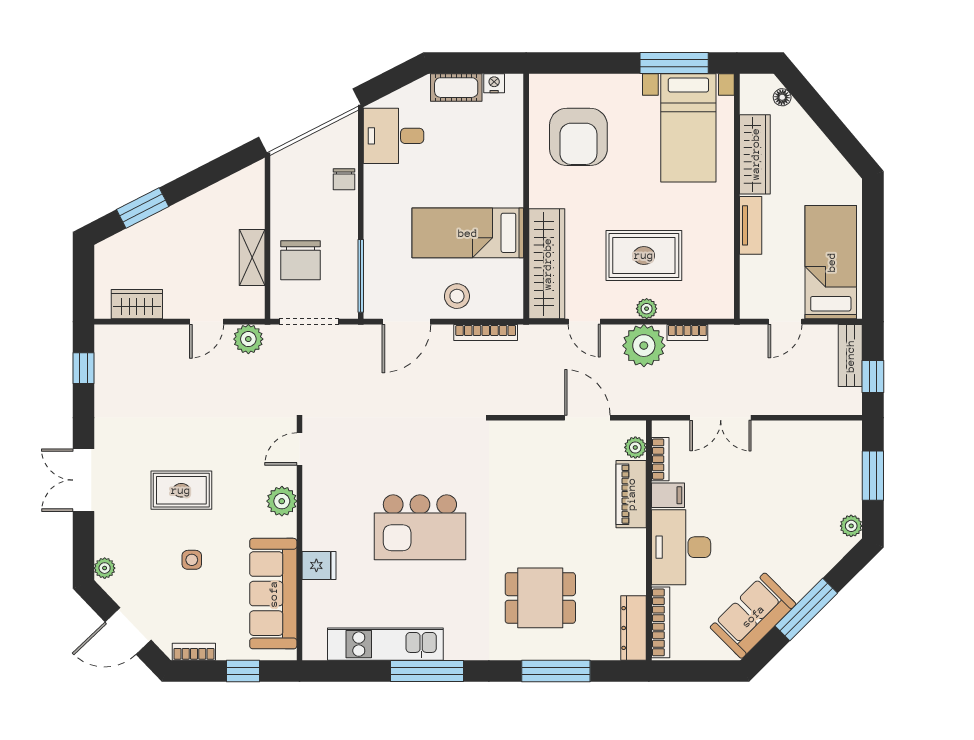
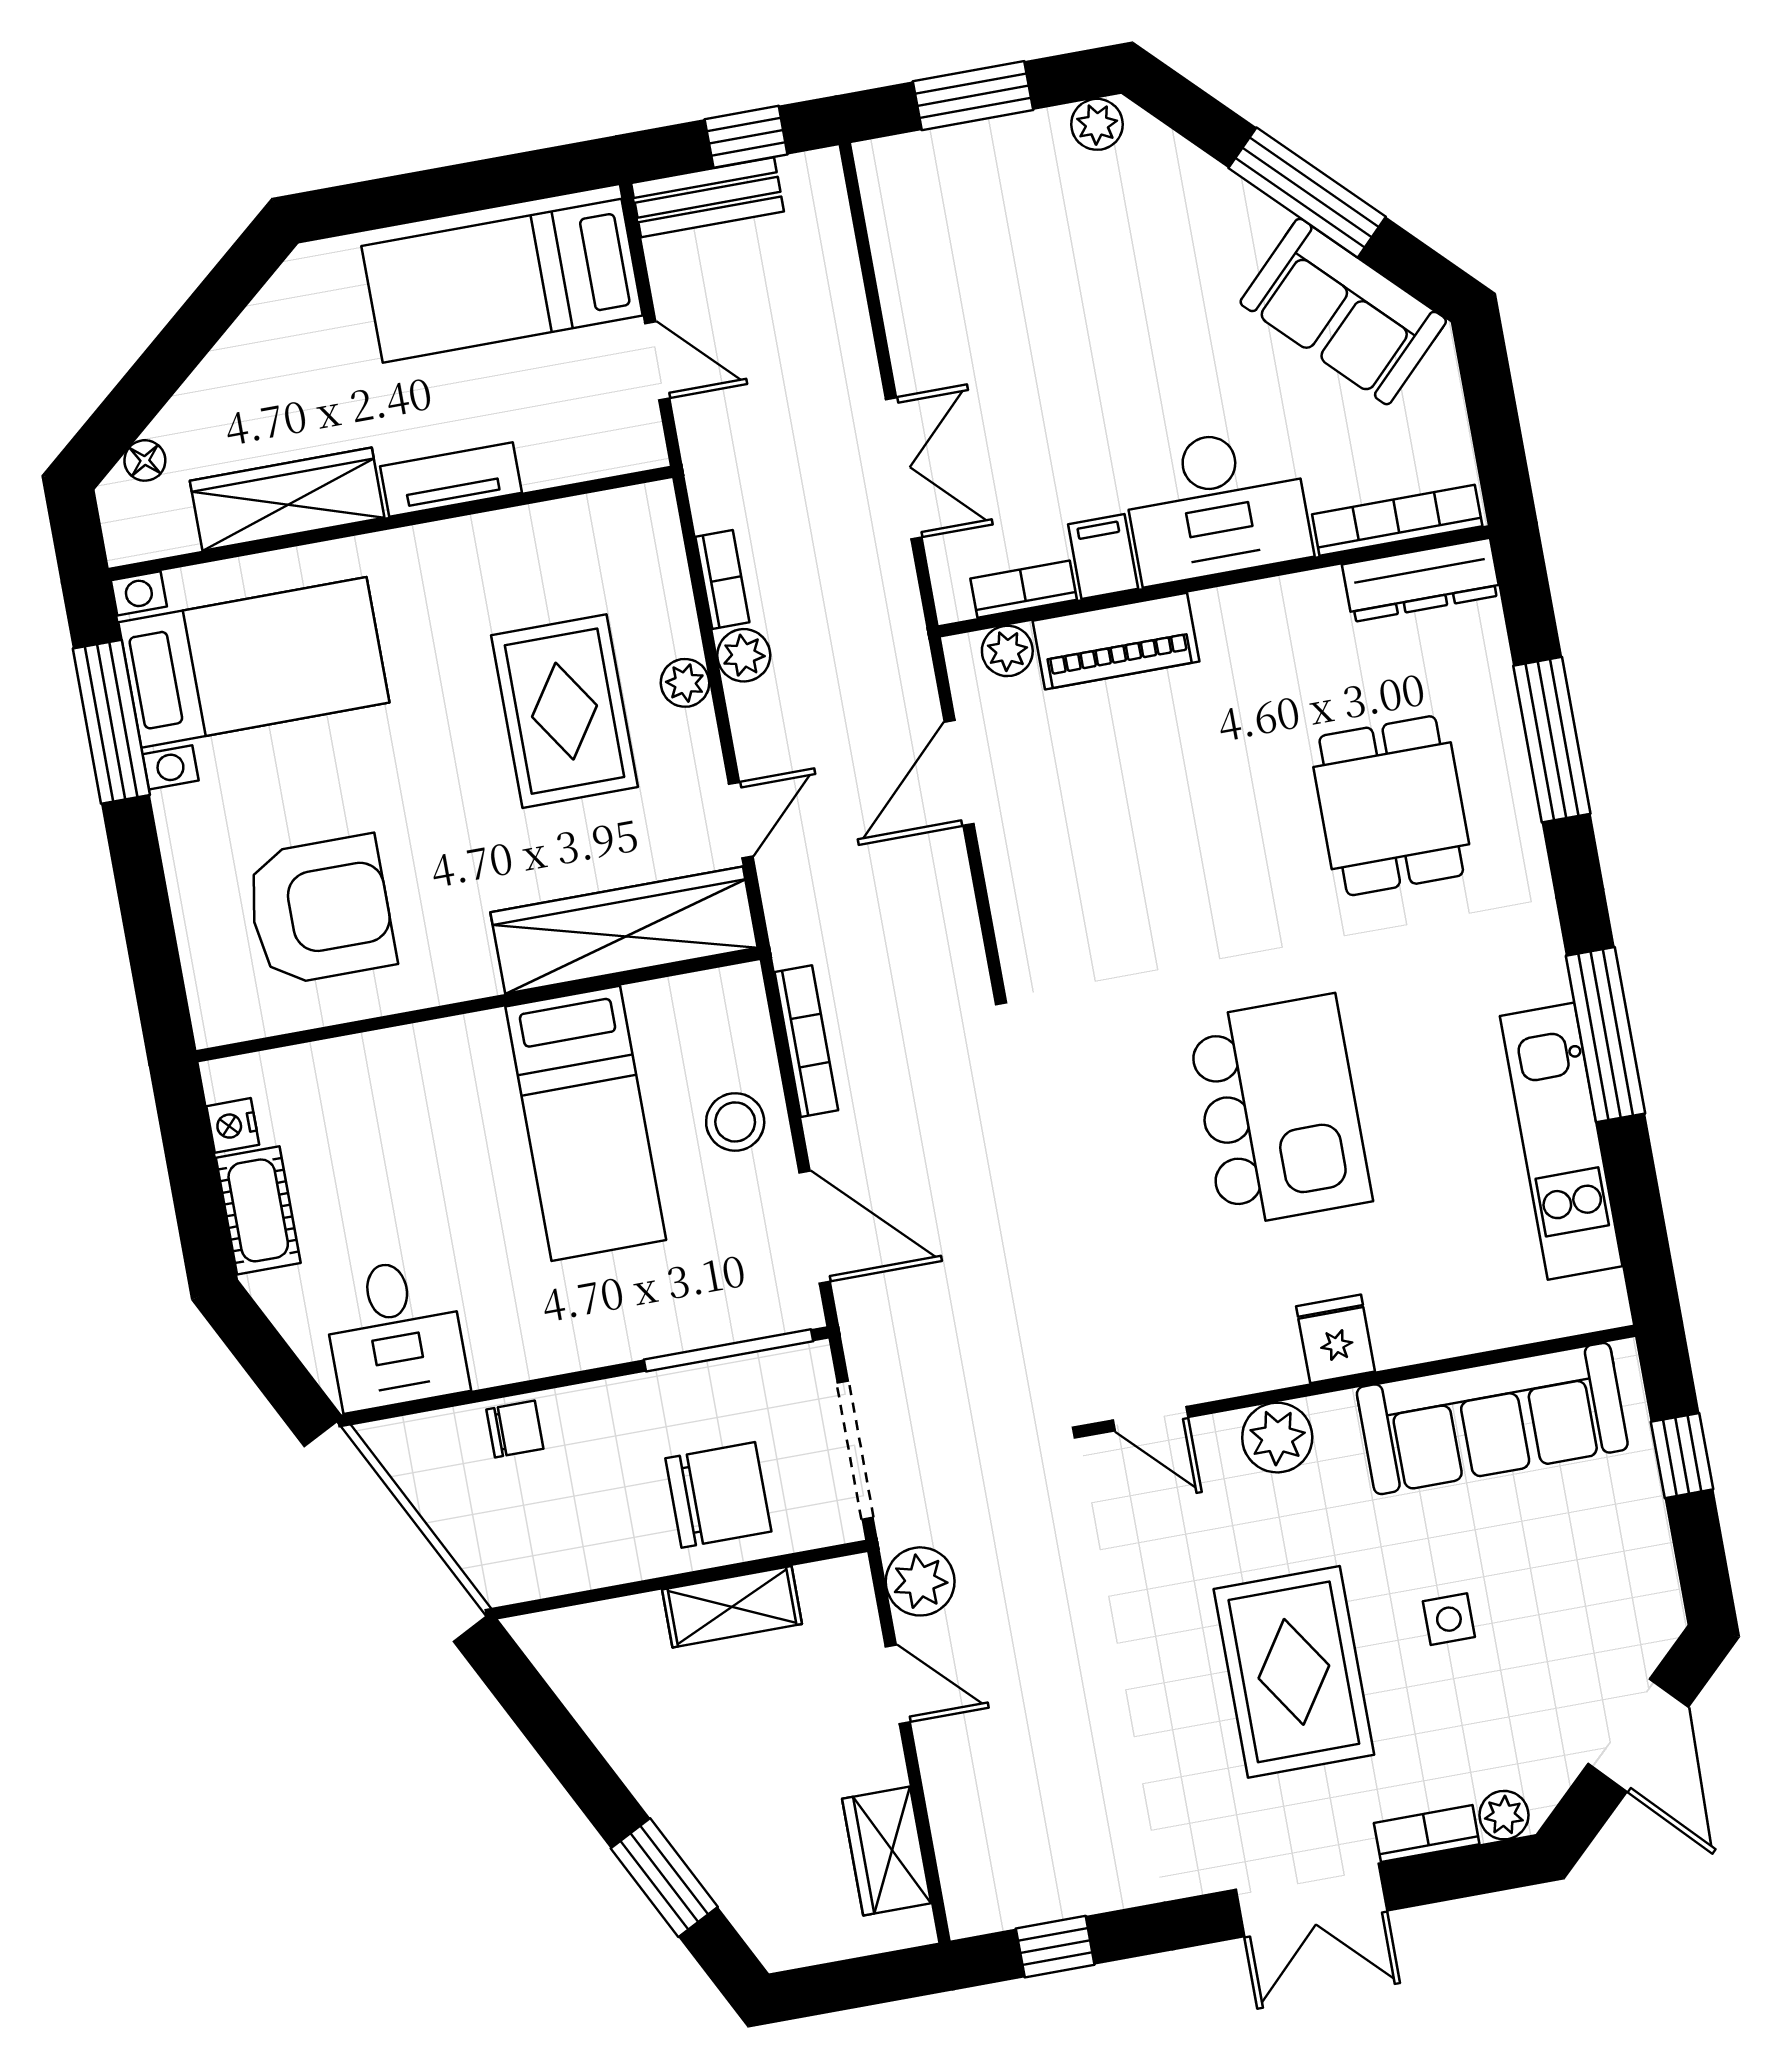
plant: (644, 346) -> (744, 655), width x0.53, depth x0.53
rug: (181, 490) -> (1294, 1672), width x1.36, depth x1.43
fridge: (319, 565) -> (1336, 1339), moved
bookcase: (194, 652) -> (1427, 1834), moved, turned 90

